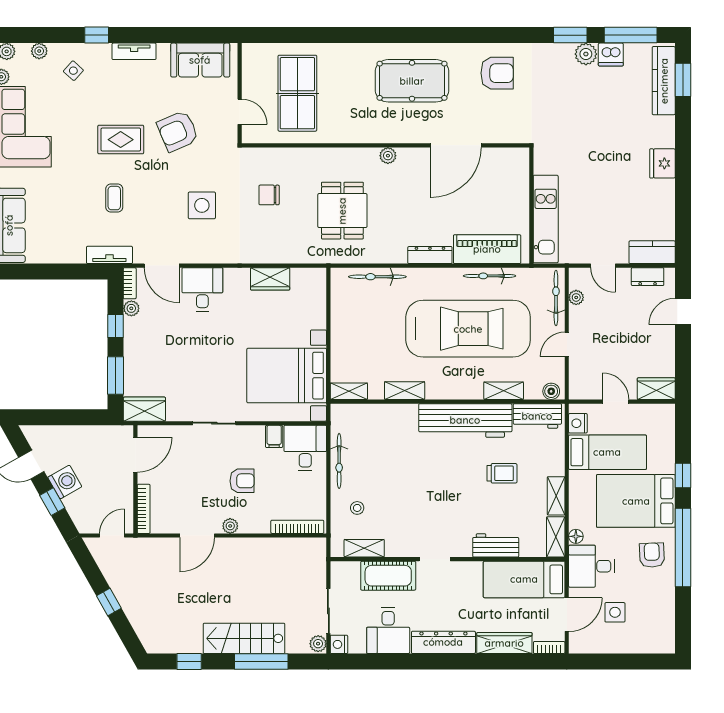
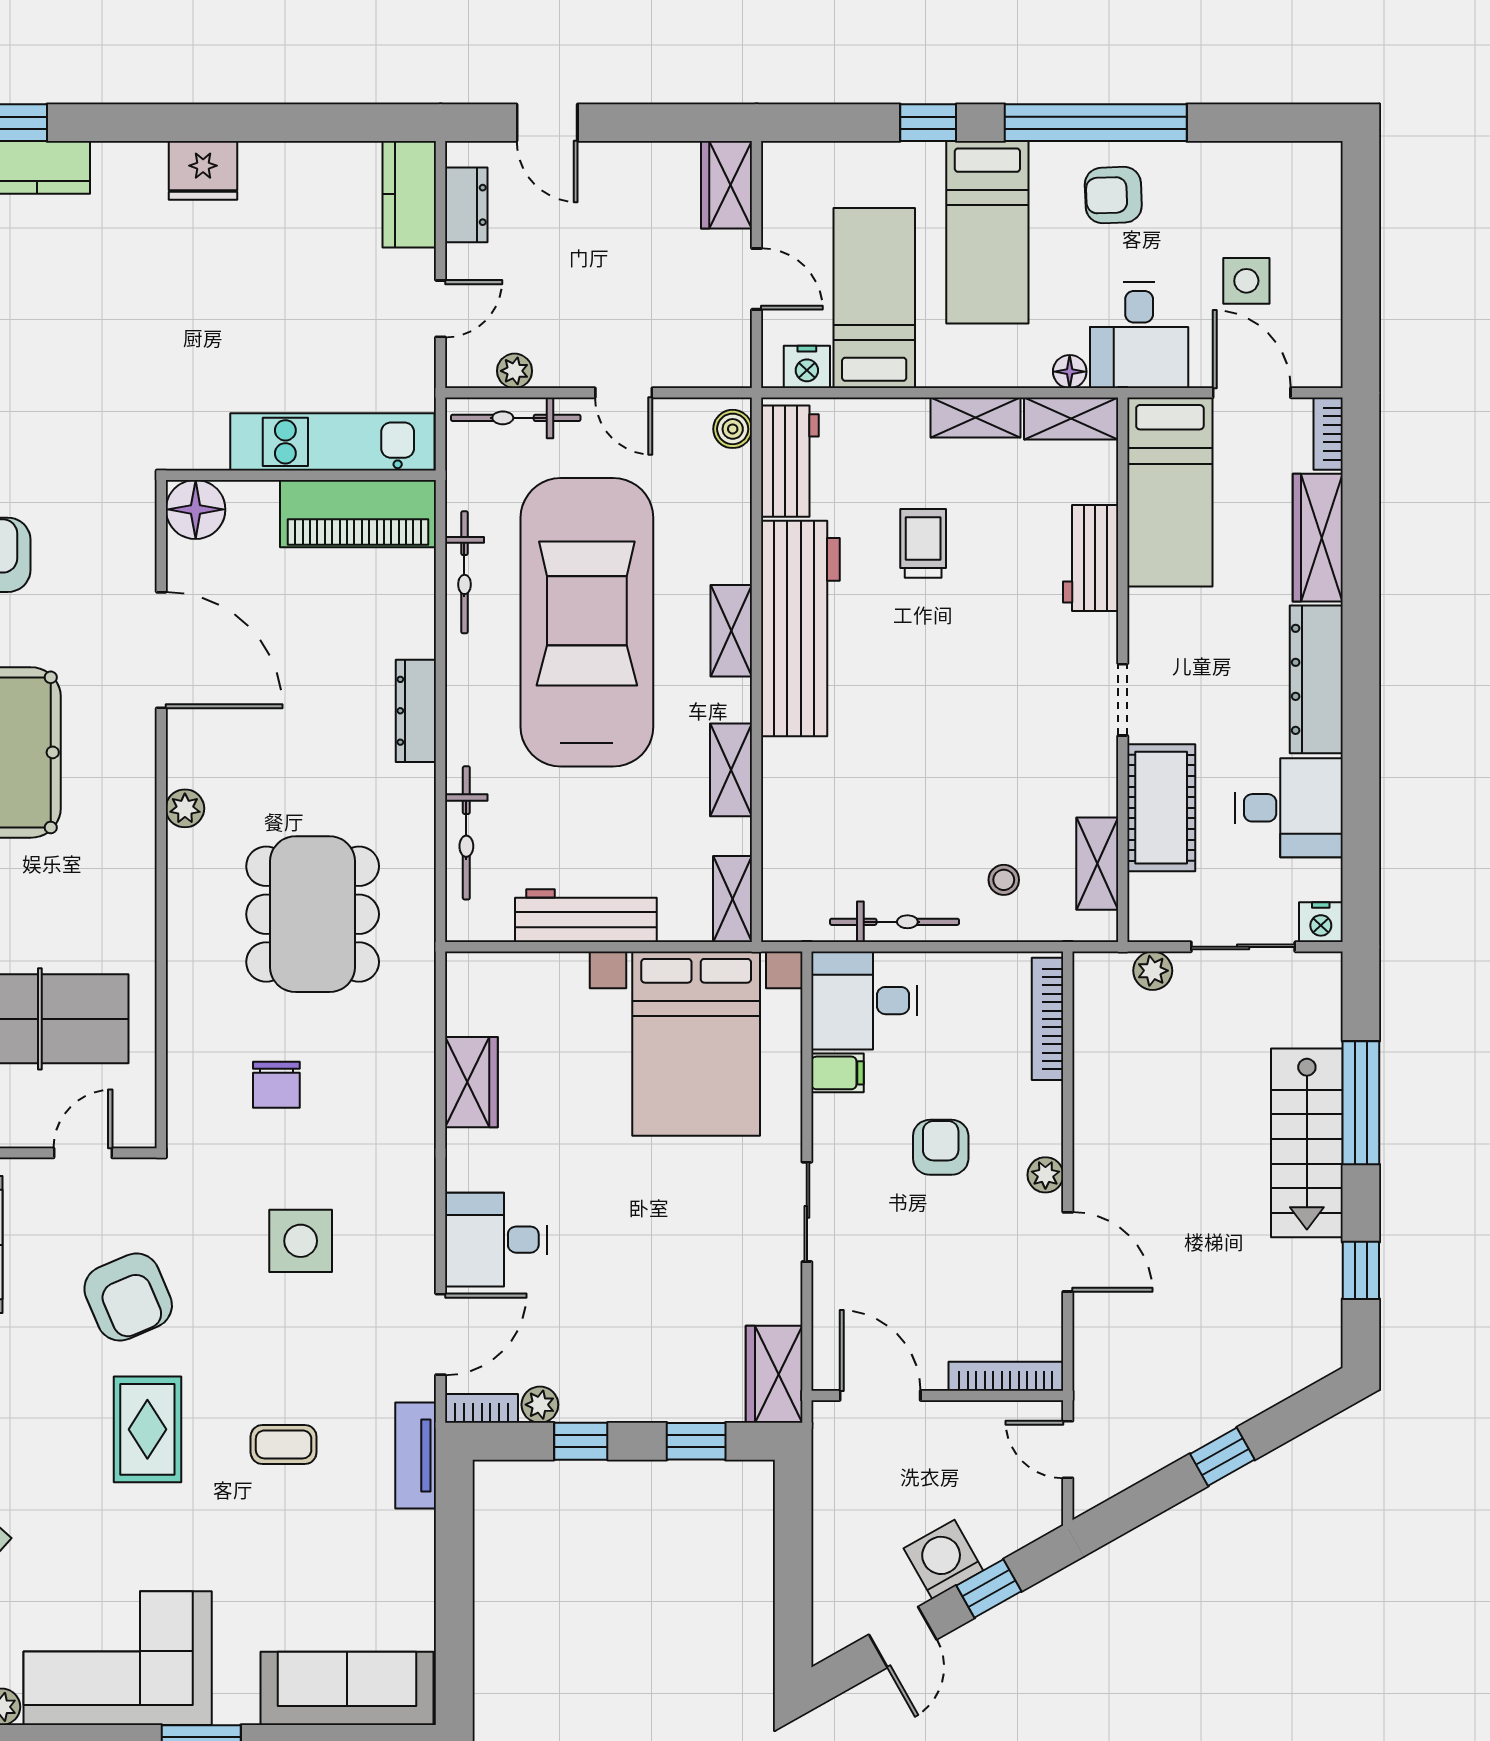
floor lamp: (517, 160) -> (196, 509), added
dining table: (342, 211) -> (313, 914), width x1.37
piano: (487, 249) -> (358, 514), moved, turned -90
workbench: (342, 328) -> (586, 916), added
window: (116, 376) -> (696, 1441), width x0.67
shelving: (504, 391) -> (731, 631), moved
door: (616, 402) -> (756, 279), swing flipped
bed: (636, 501) -> (987, 232), width x0.67
plant: (318, 644) -> (1153, 971), moved

